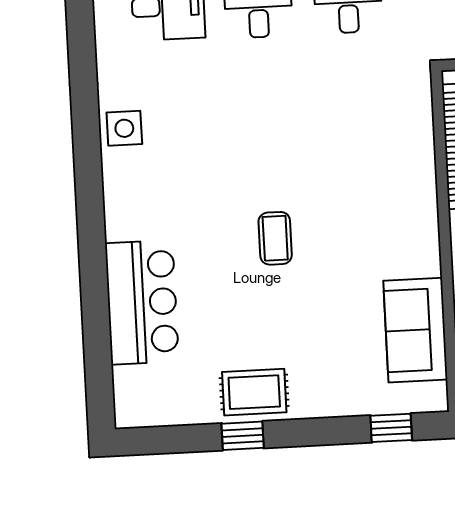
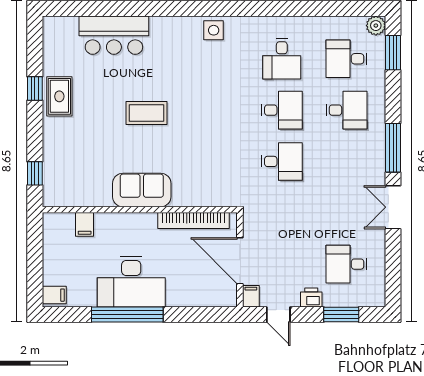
coffee table: (275, 238) -> (146, 113), width x1.36, depth x1.30
sofa: (415, 330) -> (142, 190), moved

